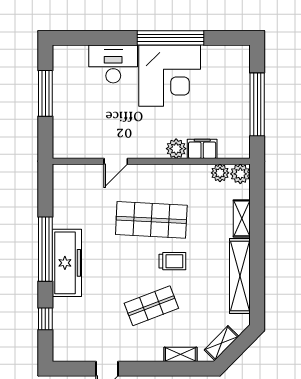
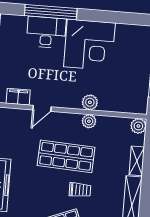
window: (170, 38) -> (51, 12), moved
filing cabinet: (202, 149) -> (18, 97), moved
plant: (220, 173) -> (89, 121), moved

